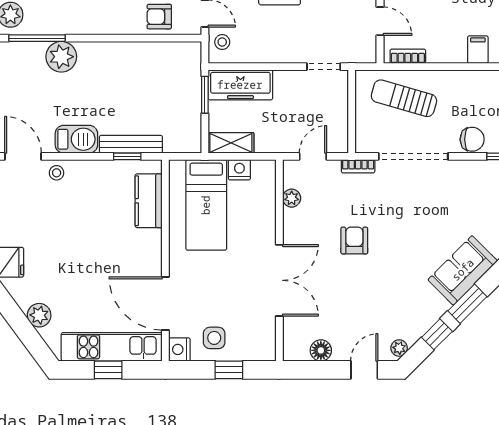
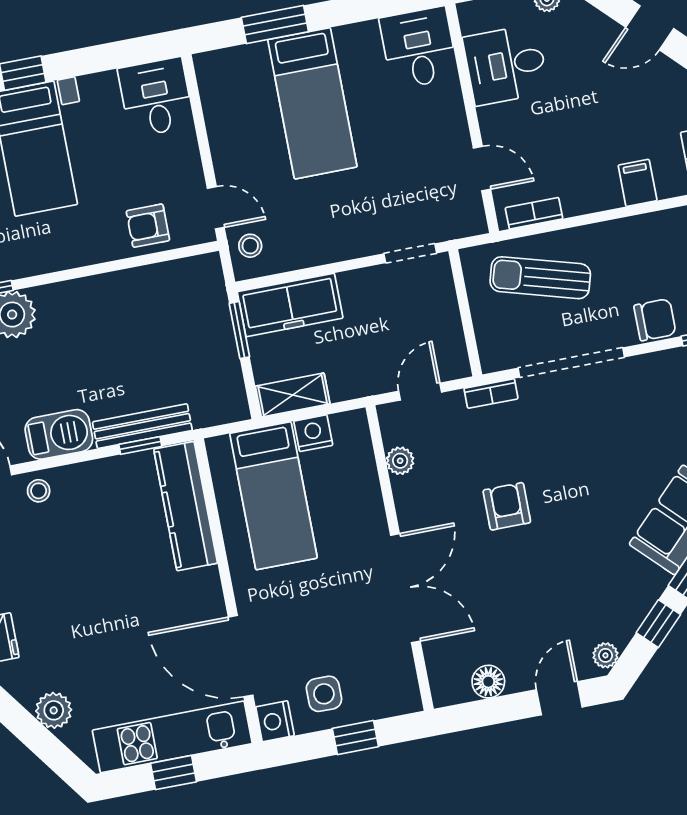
kitchen counter: (149, 201) -> (186, 506), width x1.50

